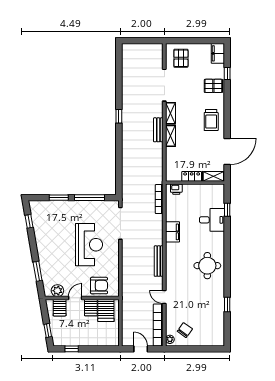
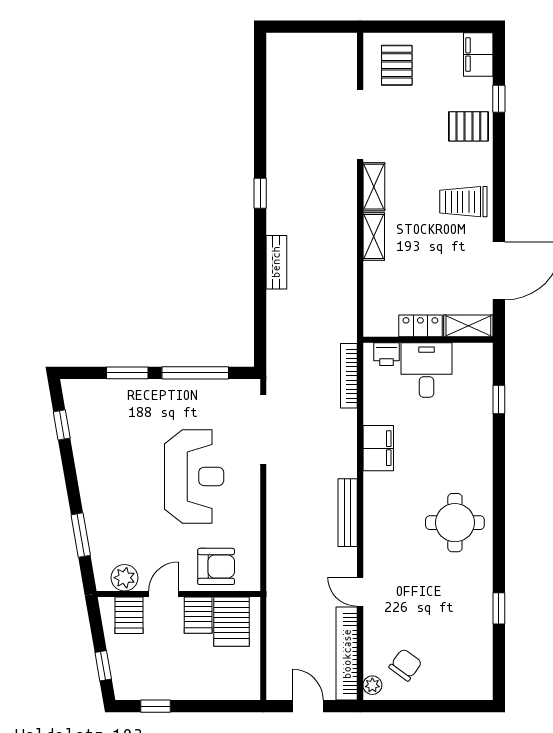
trolley: (211, 120) -> (463, 202), turned 90
bench: (158, 130) -> (276, 262), moved
desk: (212, 220) -> (426, 370), moved, turned -90

